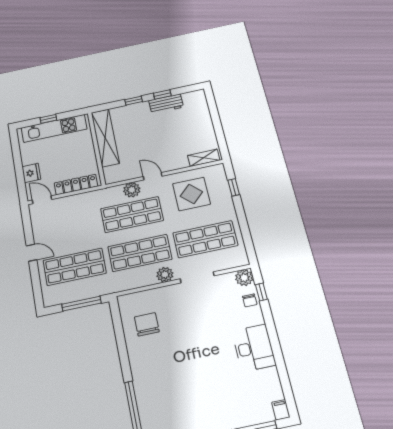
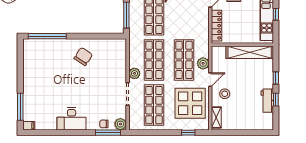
stool: (168, 155) -> (225, 94), added
display table: (191, 194) -> (190, 103), width x1.36, depth x1.36
window: (261, 292) -> (108, 133), width x2.17
chair: (147, 324) -> (83, 56), moved, turned -57

